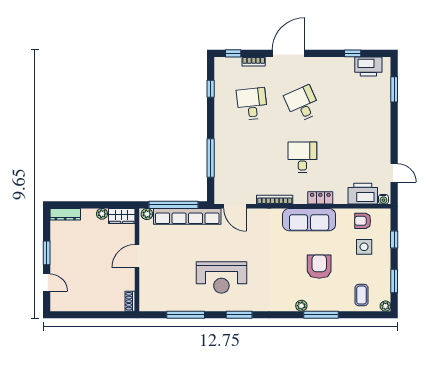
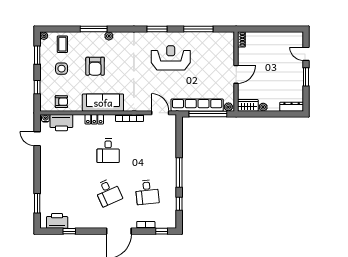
window: (211, 158) -> (179, 173), moved
side table: (364, 247) -> (62, 69), moved

